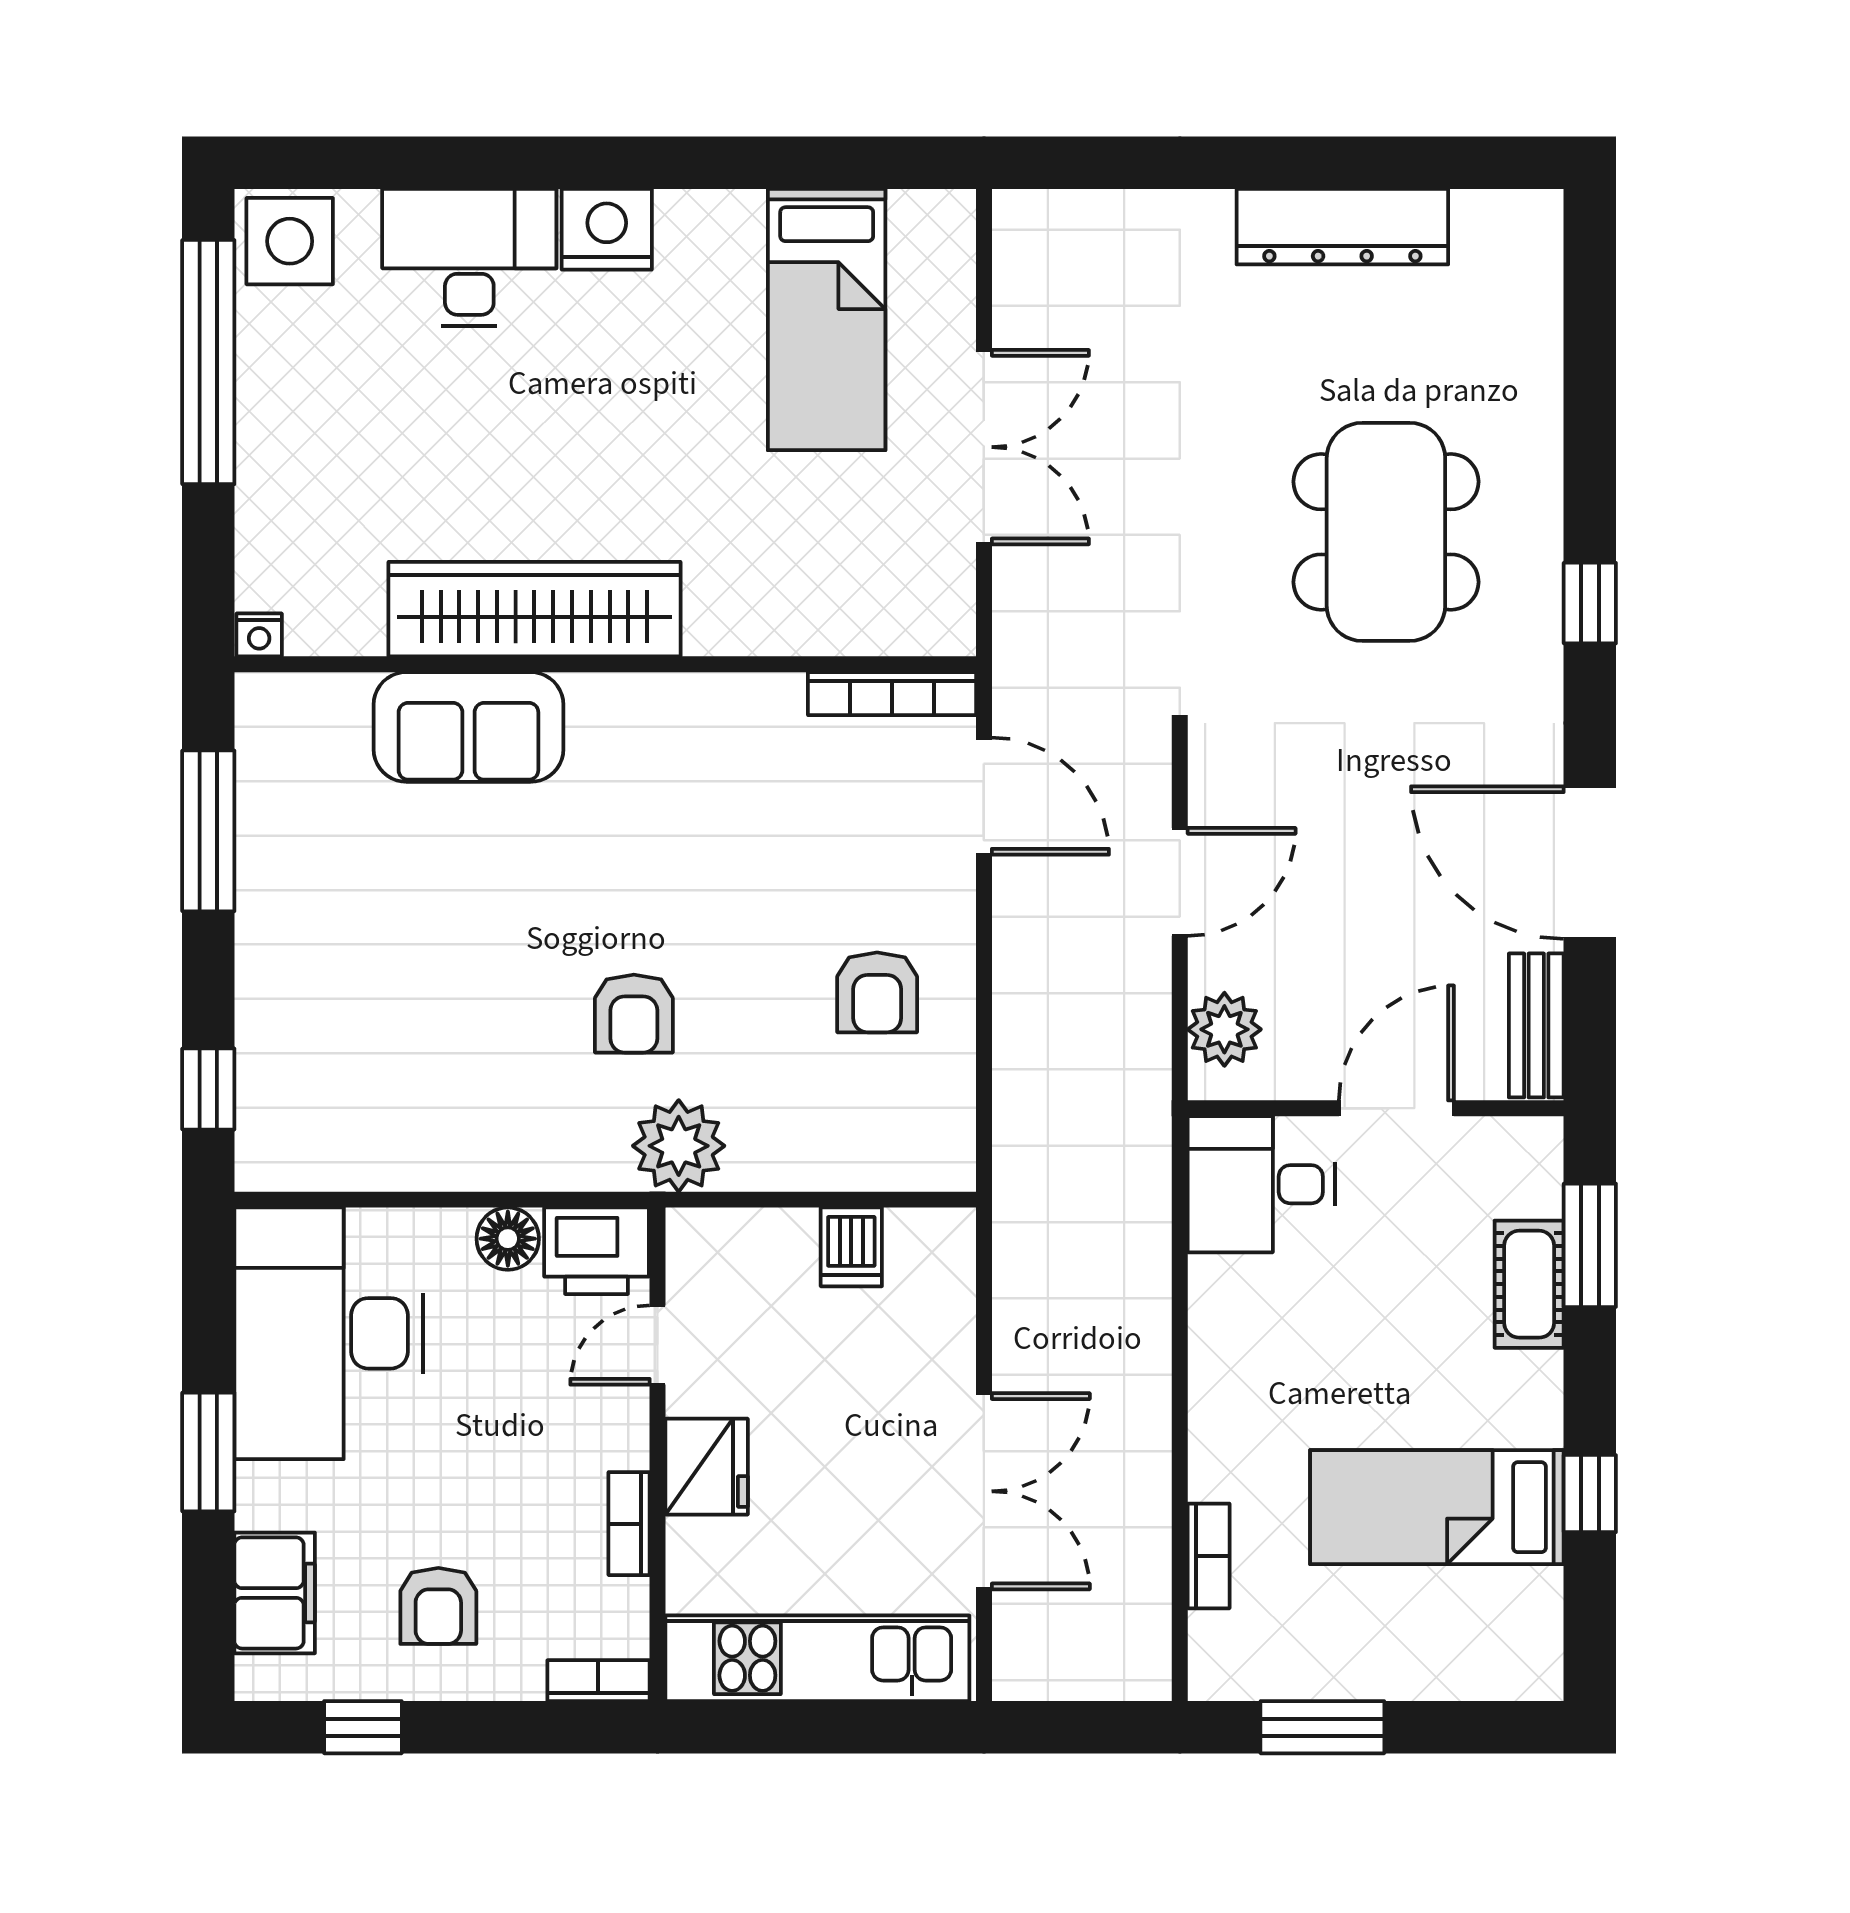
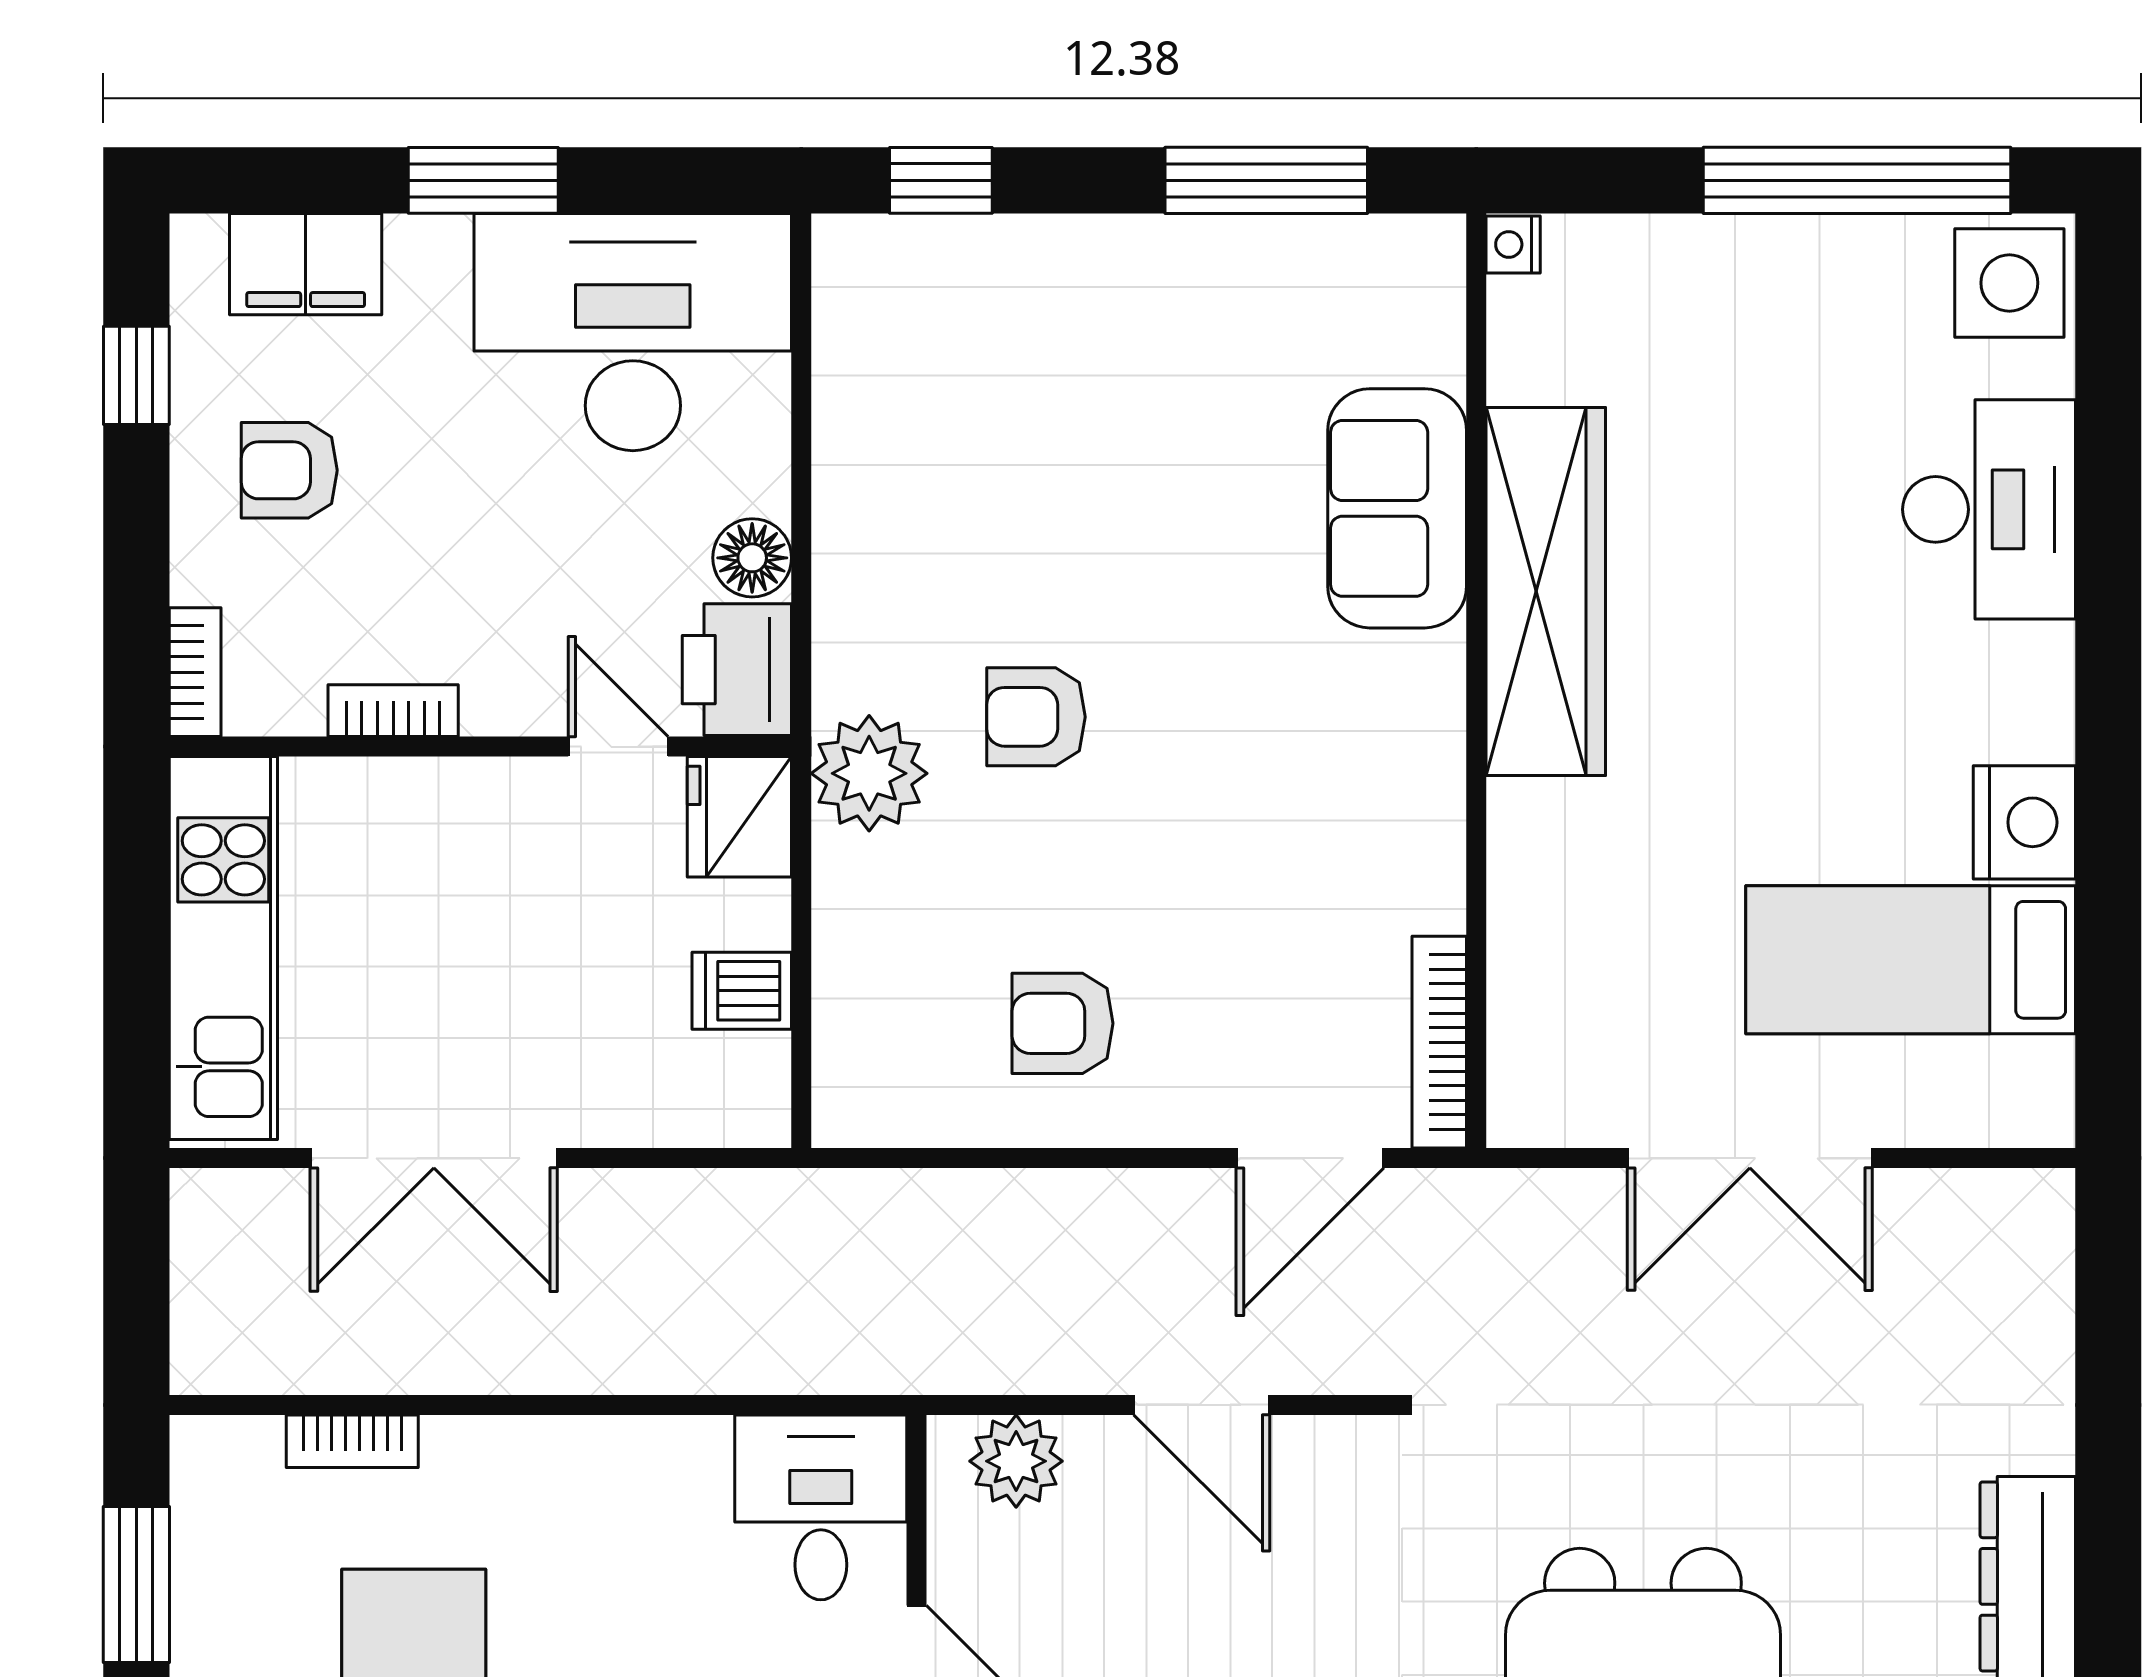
nightstand: (607, 229) -> (2024, 822), moved
fridge: (707, 1467) -> (739, 817), moved, turned 90

